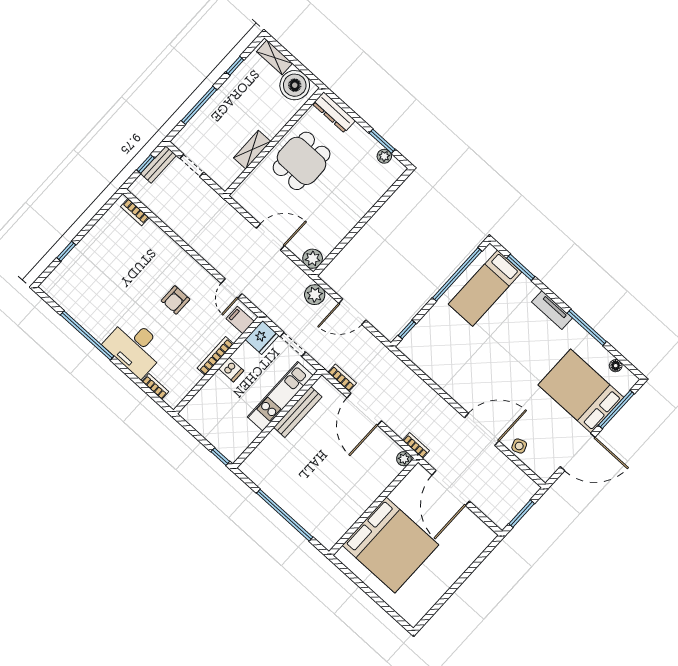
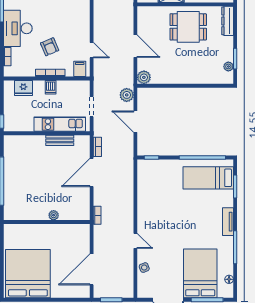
door: (232, 288) -> (92, 50), swing flipped
armchair: (176, 300) -> (50, 47), moved, turned -113
fridge: (262, 337) -> (23, 88), moved
bench: (298, 412) -> (60, 140), width x0.73
door: (482, 429) -> (135, 241), width x0.53
plant: (404, 459) -> (54, 215), moved
door: (451, 488) -> (92, 269), moved
bed: (391, 545) -> (28, 274), moved, turned 180

